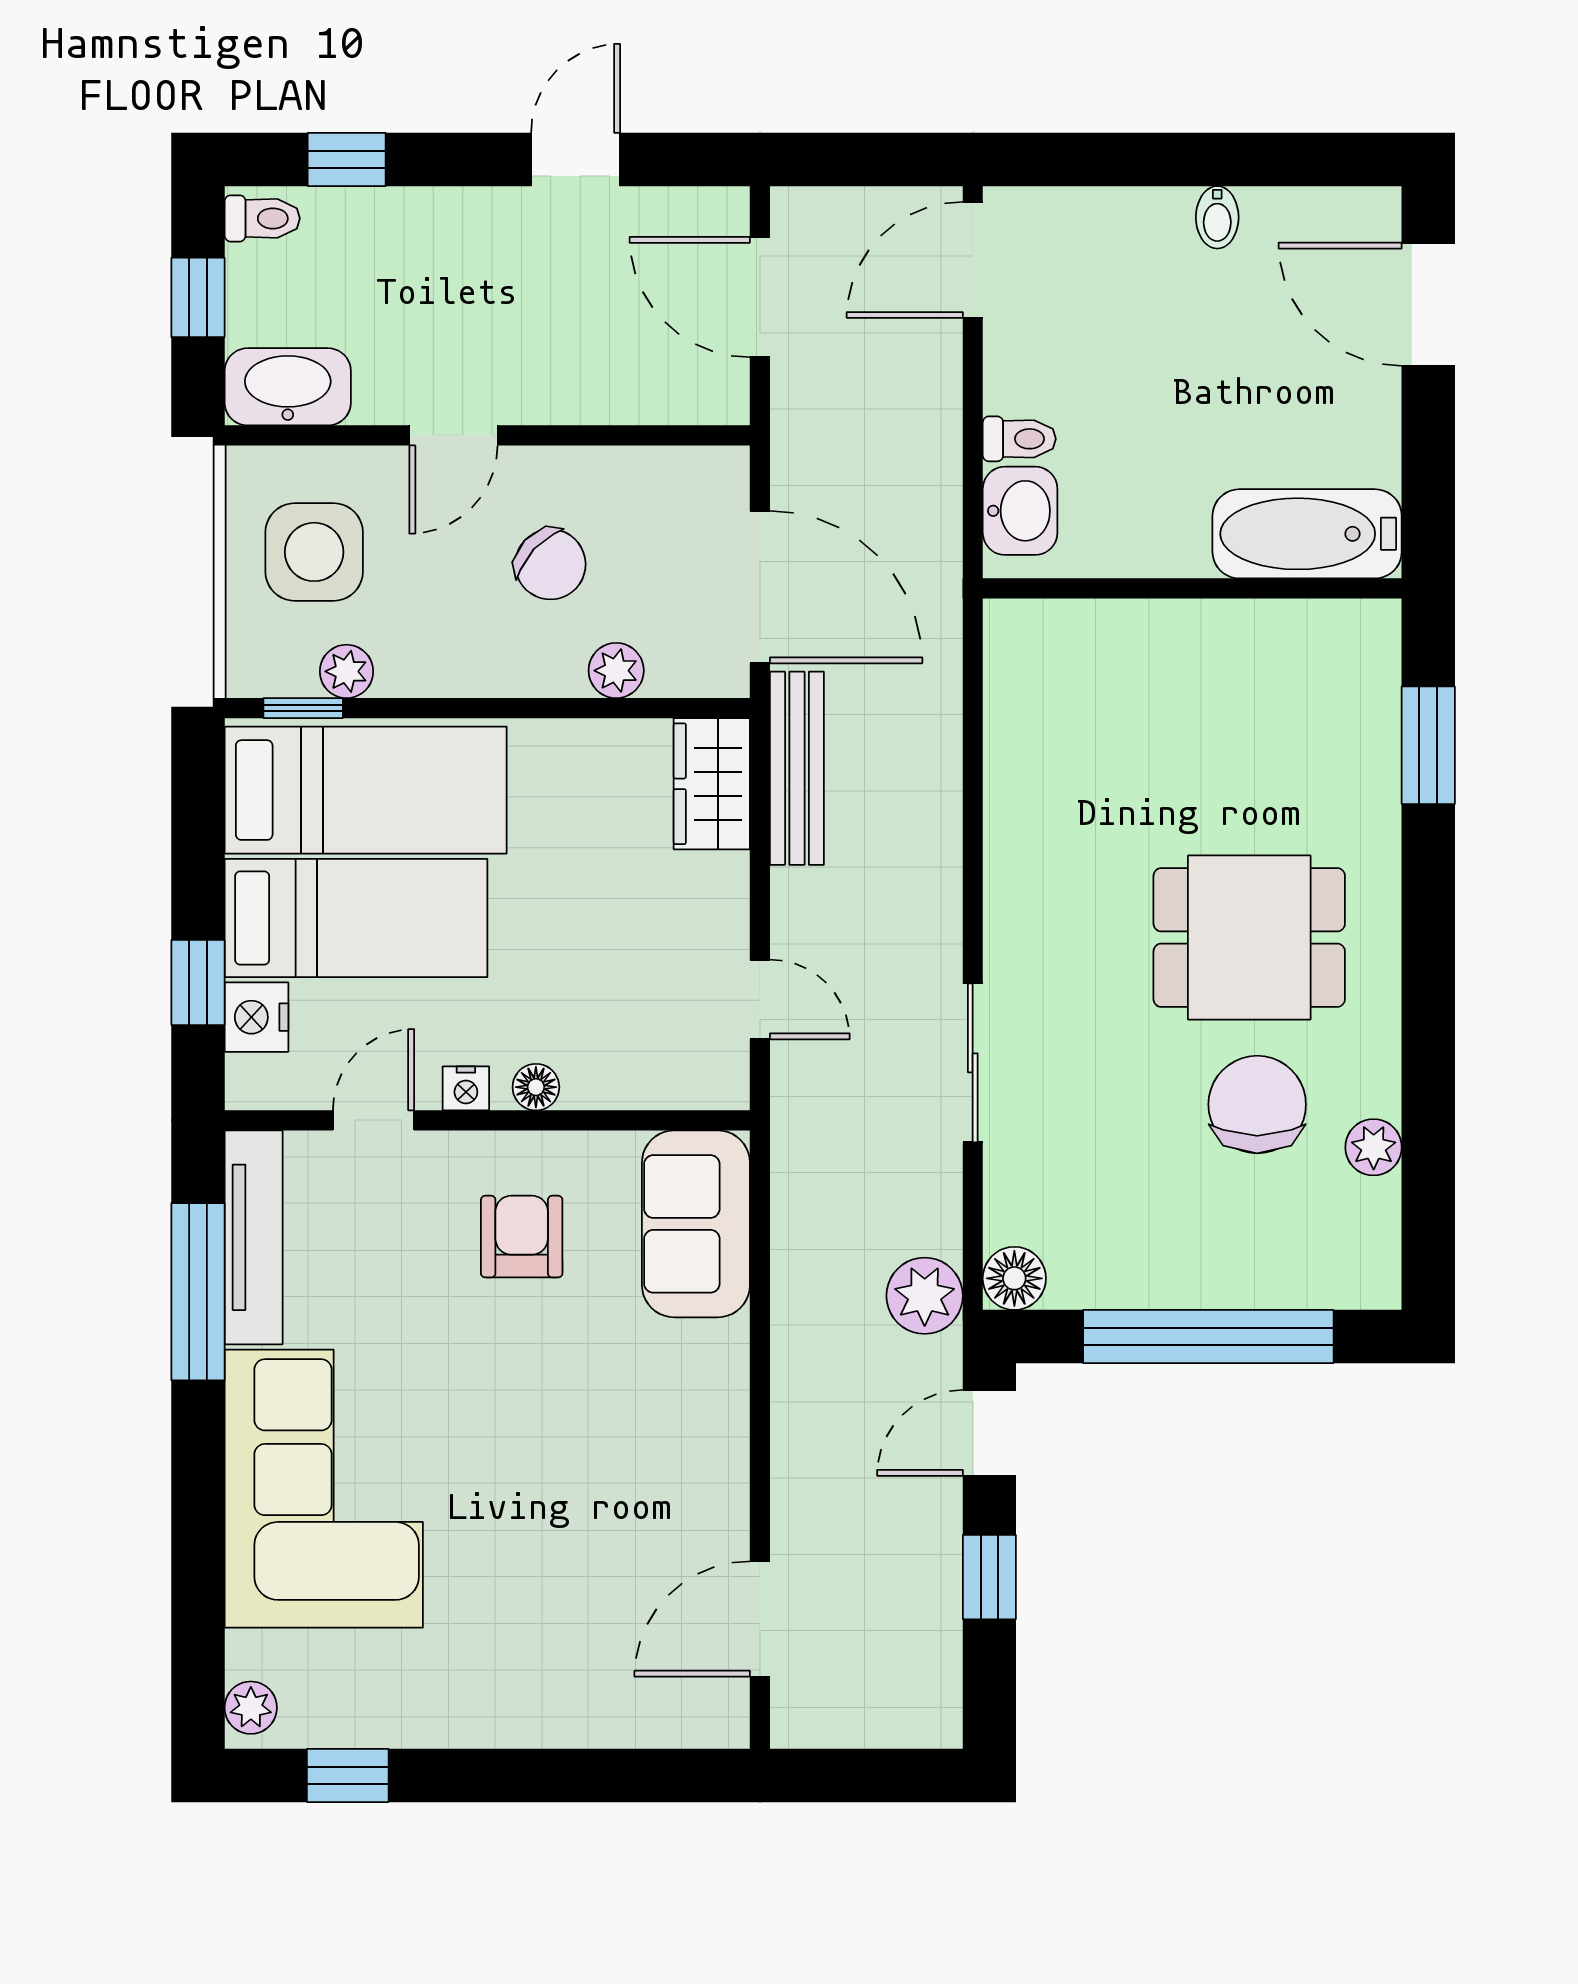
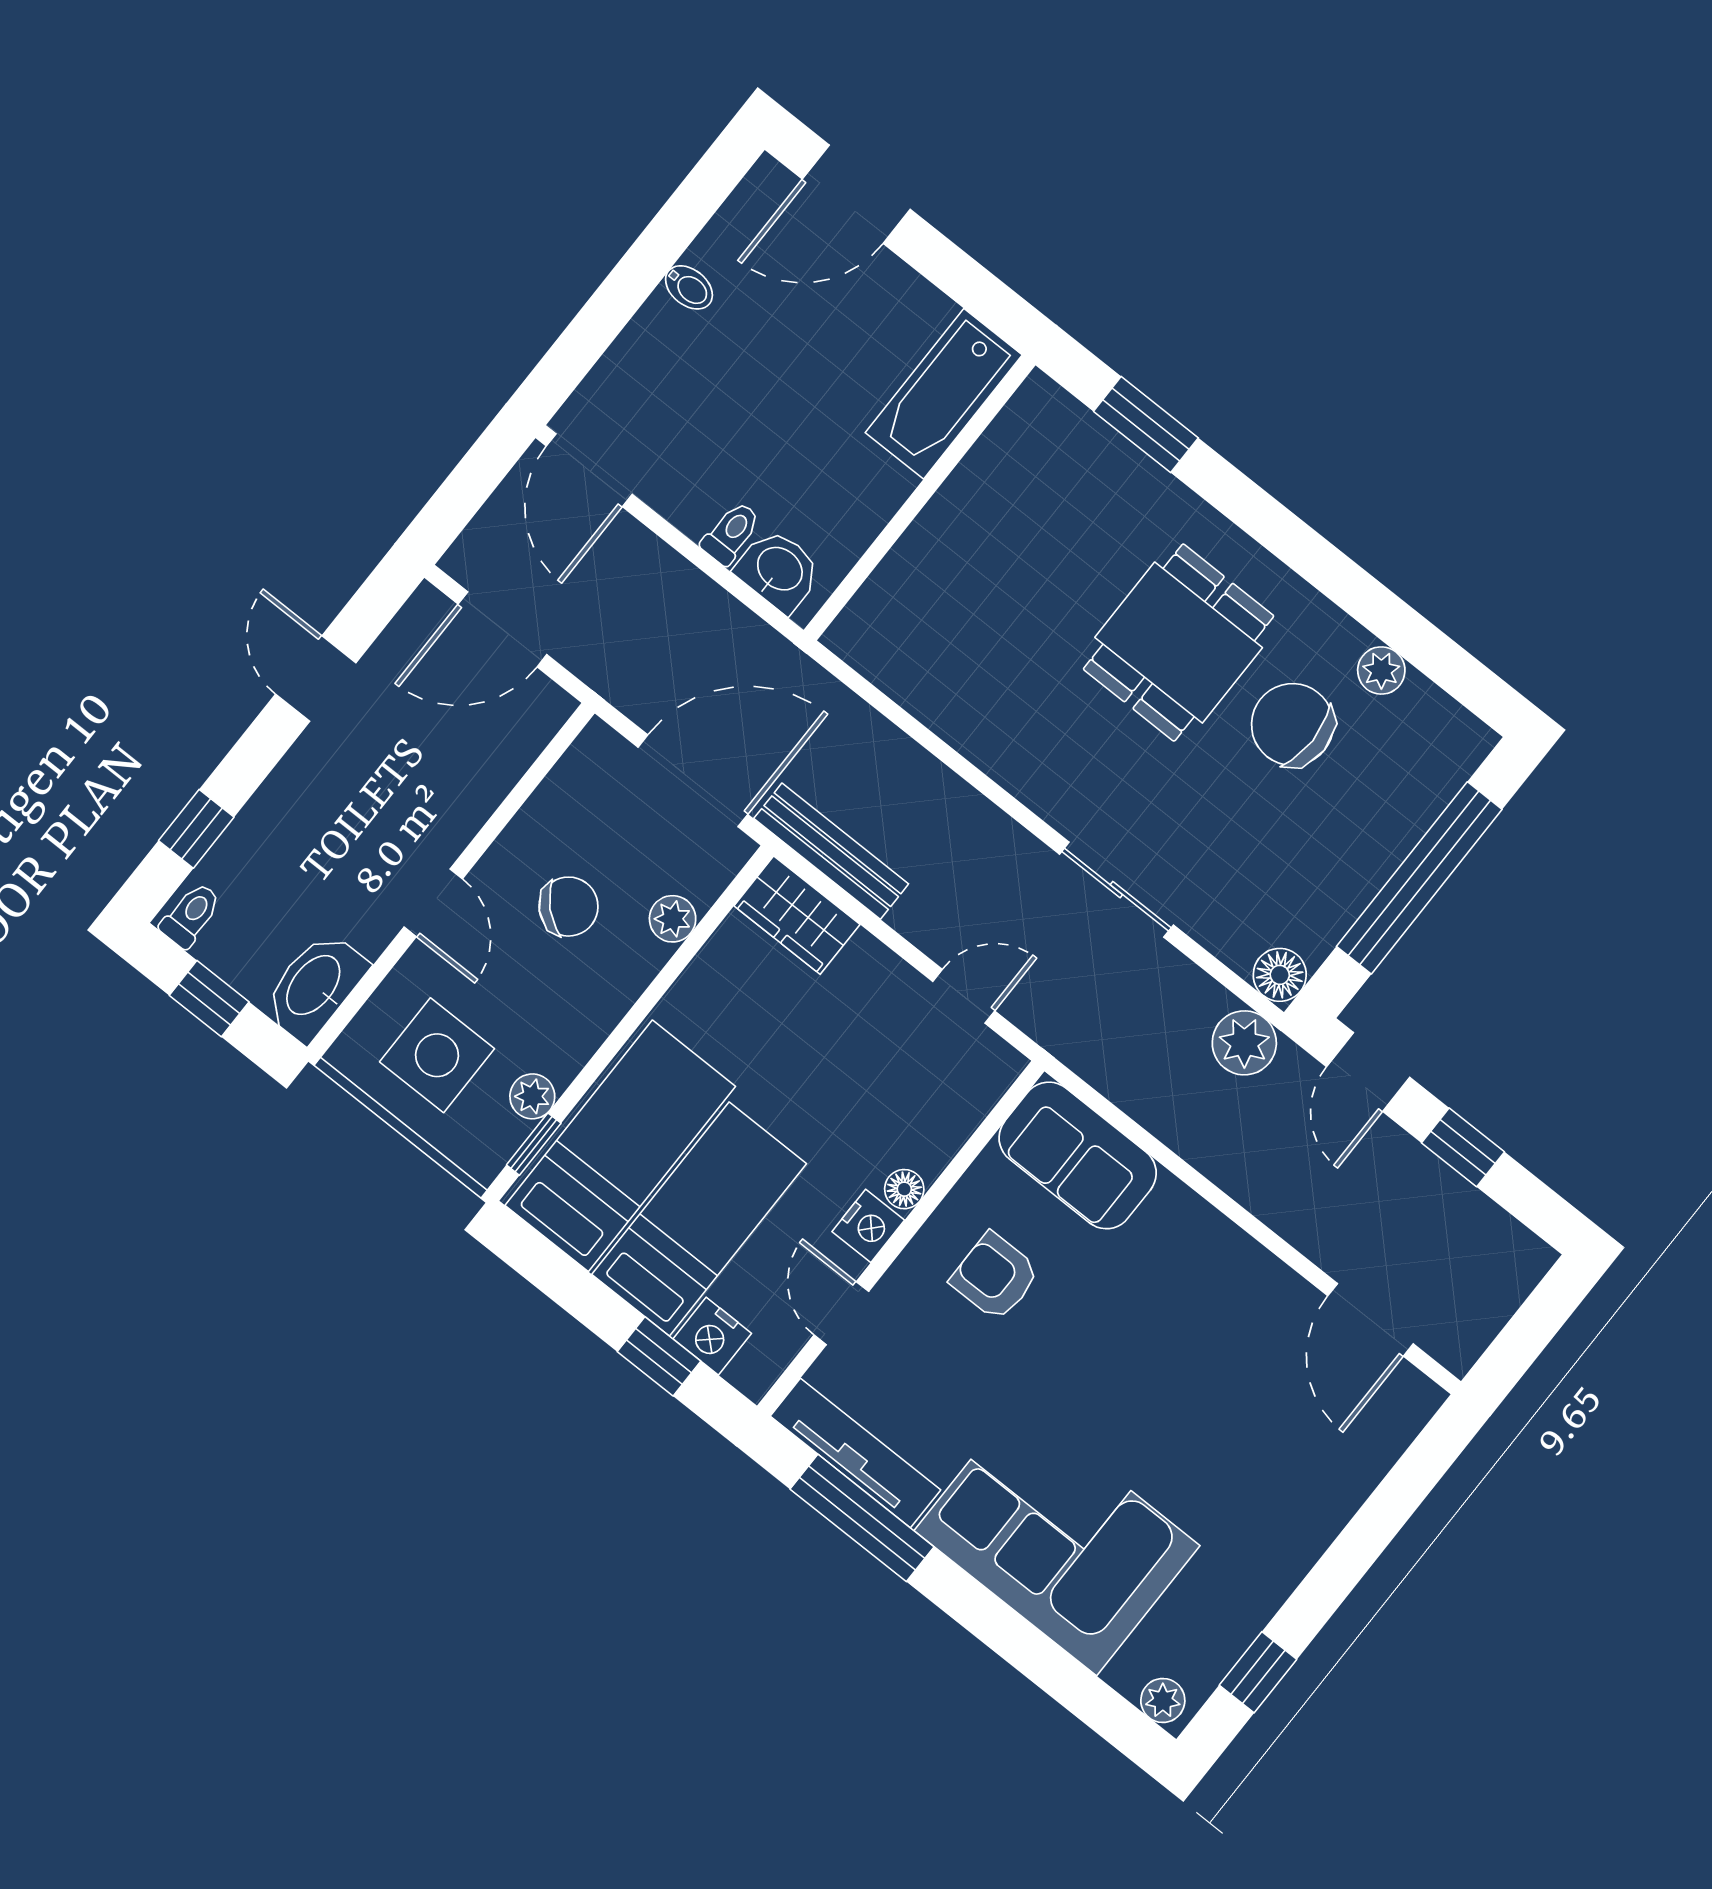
nightstand: (466, 1088) -> (868, 1226), width x1.39, depth x1.35

